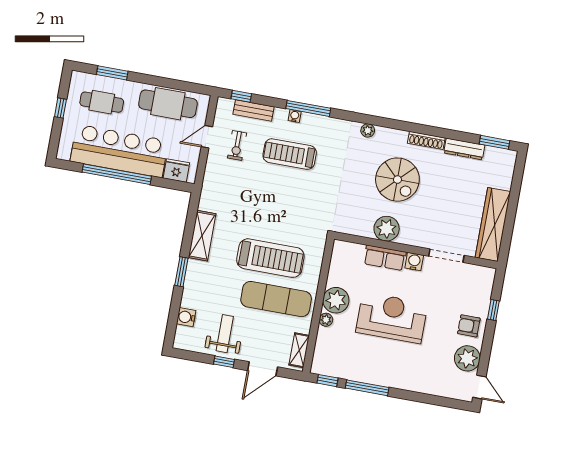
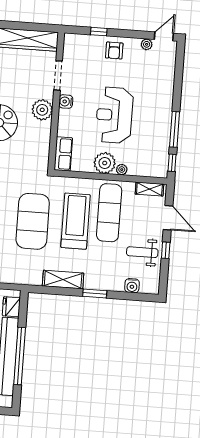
exercise mat: (276, 207) -> (33, 221), added
plant: (387, 229) -> (42, 110), moved
row of seats: (385, 258) -> (63, 154), moved
plant: (467, 358) -> (147, 44), width x0.53, depth x0.53

